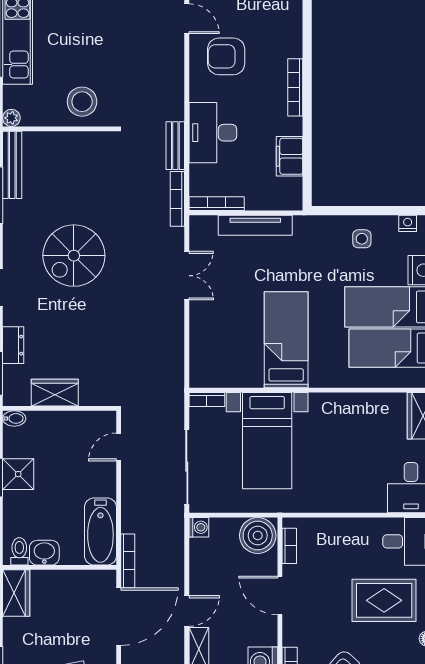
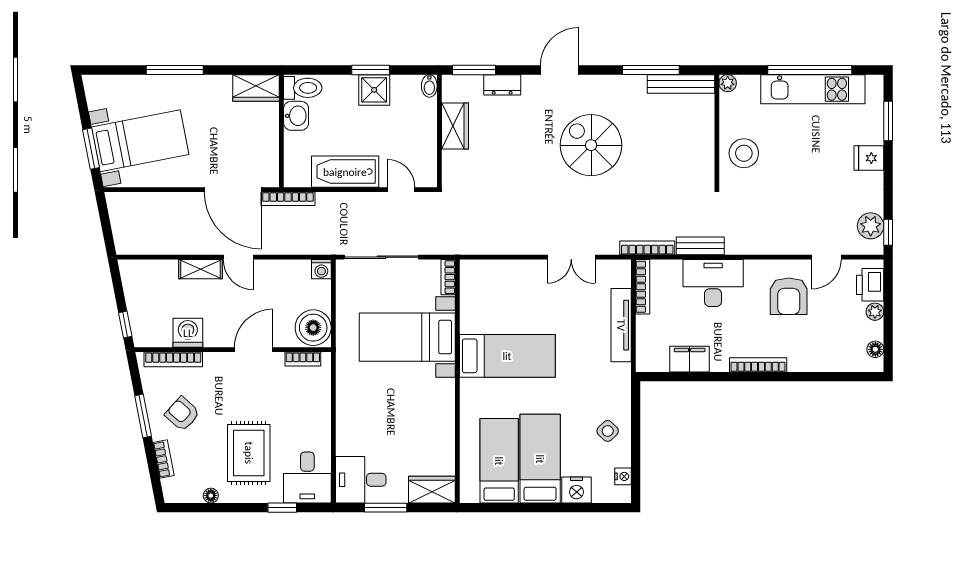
armchair: (226, 56) -> (789, 296), turned 180
side table: (362, 239) -> (608, 431), turned 45
bathtub: (100, 532) -> (345, 172), moved
toilet: (19, 551) -> (303, 88), width x1.37, depth x1.39

